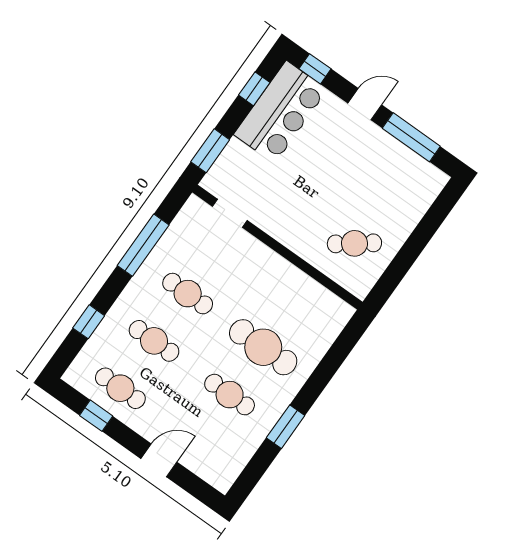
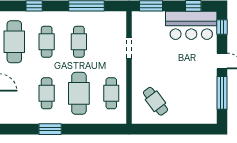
doorway: (230, 213) -> (129, 48), moved
cafe table: (297, 300) -> (111, 93), added
cafe table: (120, 388) -> (14, 42), width x1.37, depth x1.35

